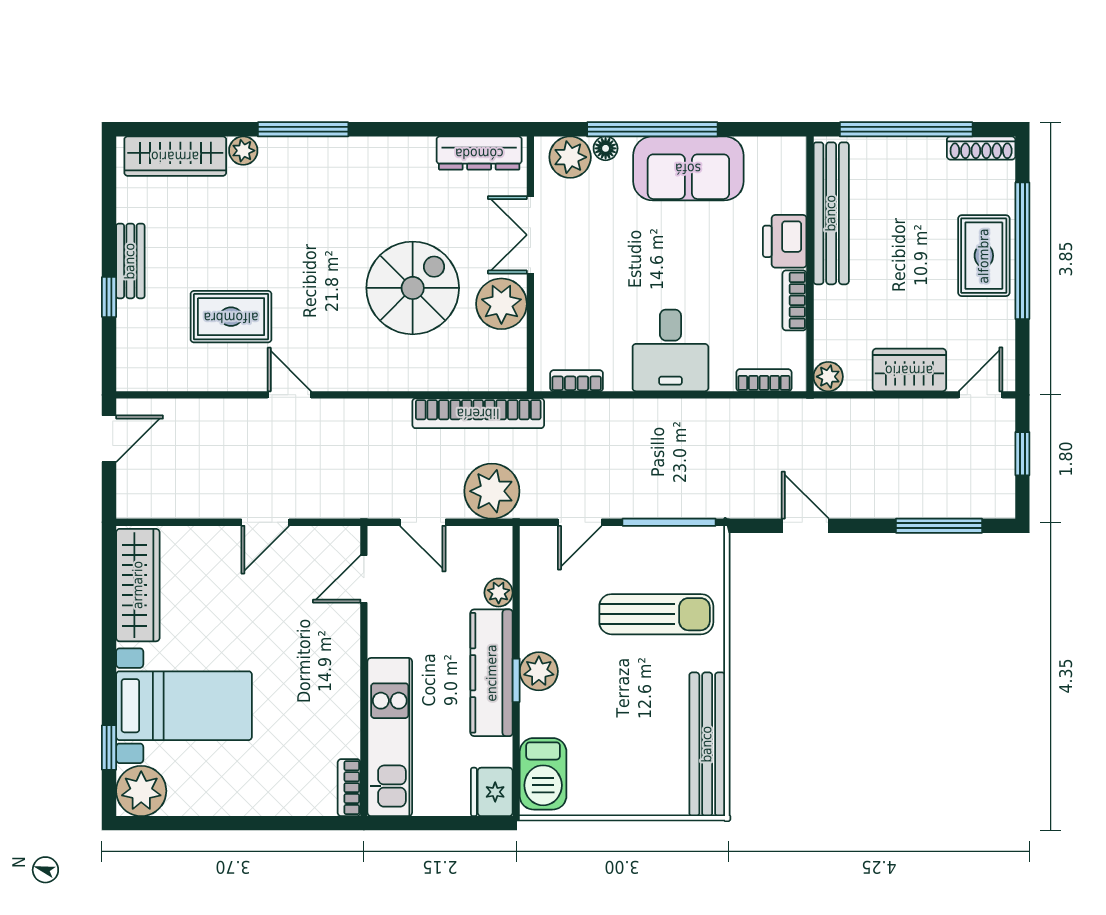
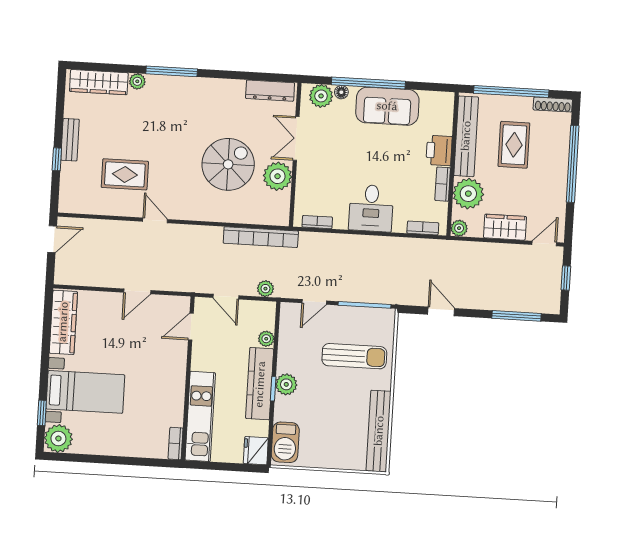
rug: (984, 256) -> (514, 145), moved
plant: (841, 315) -> (468, 194), added
plant: (492, 491) -> (265, 289), width x0.53, depth x0.53

